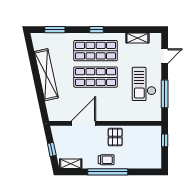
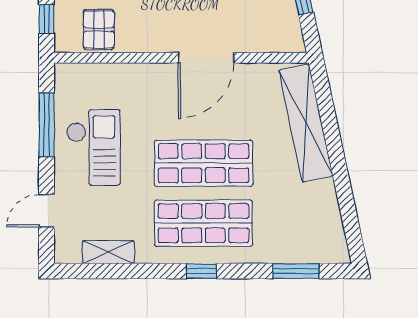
shelving: (46, 75) -> (306, 123), moved
door: (83, 123) -> (206, 58), moved
pallet: (115, 137) -> (99, 29), moved

